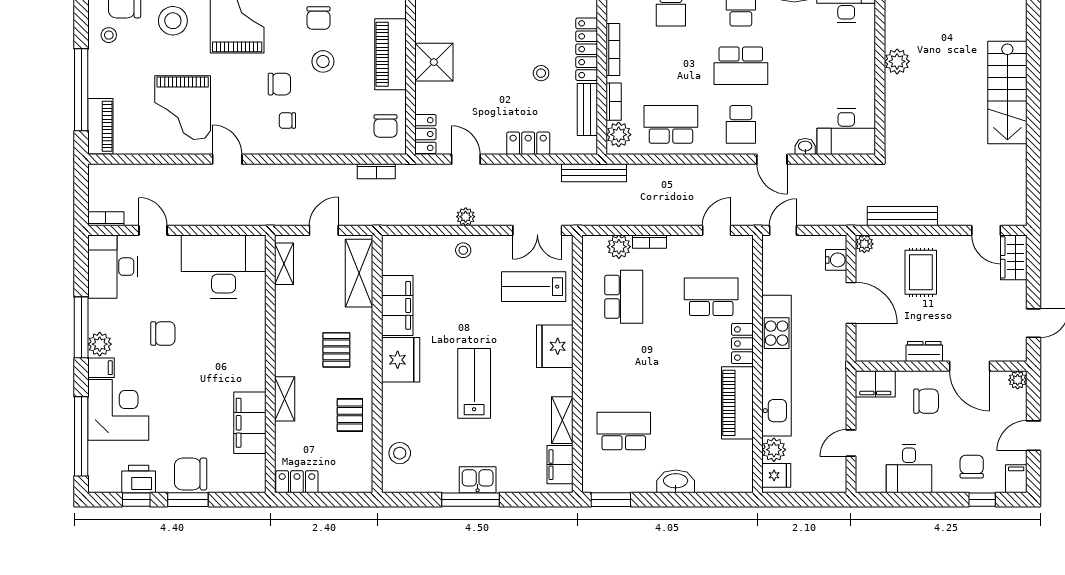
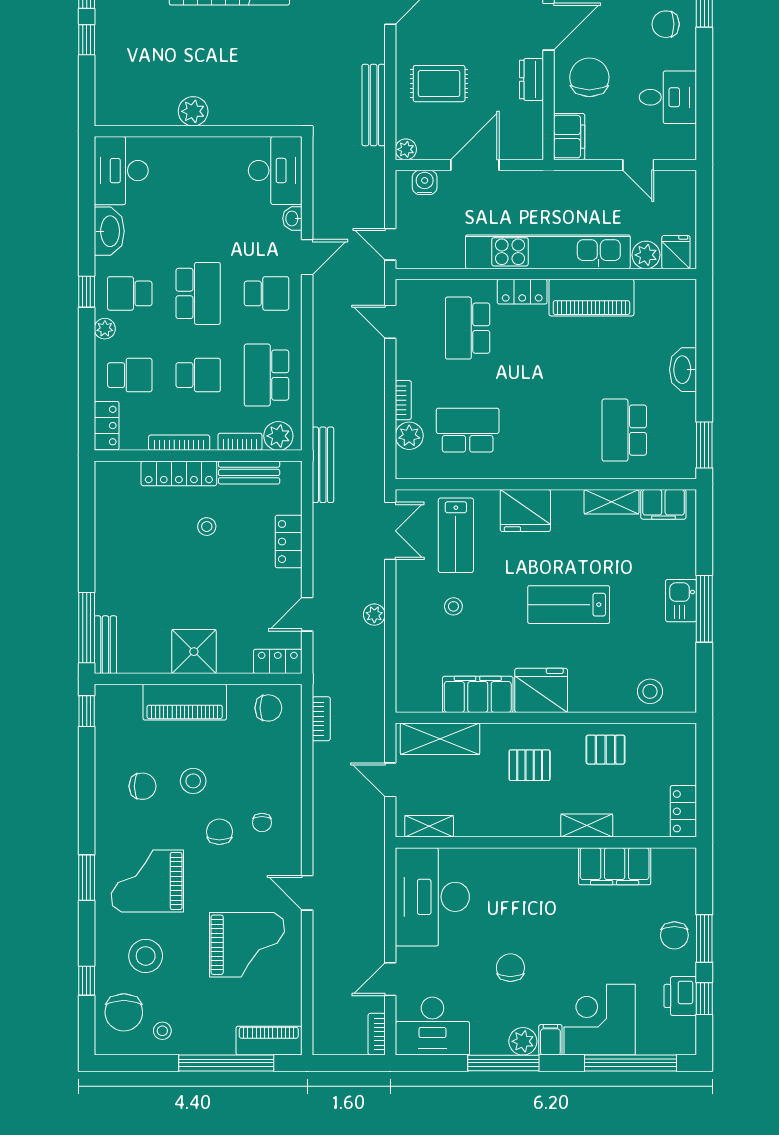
school desk: (671, 66) -> (198, 375), added
door: (227, 159) -> (307, 893), hinge flipped
stool: (463, 250) -> (453, 606), moved
chair: (926, 401) -> (589, 77), width x1.37, depth x1.37
chair: (191, 474) -> (674, 935), width x0.73, depth x0.73

